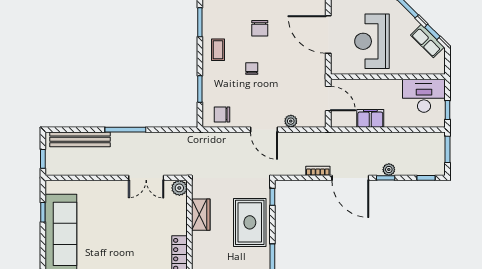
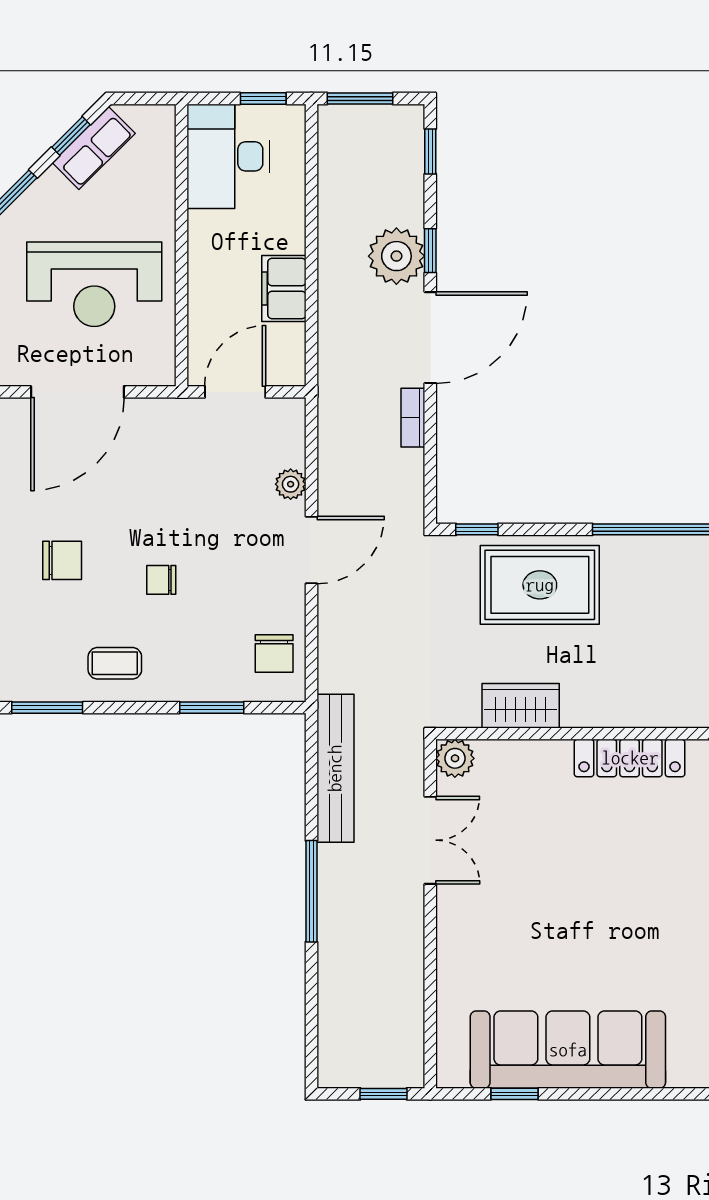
bench: (80, 139) -> (335, 768), moved
plant: (389, 170) -> (396, 256), width x1.87, depth x1.87

